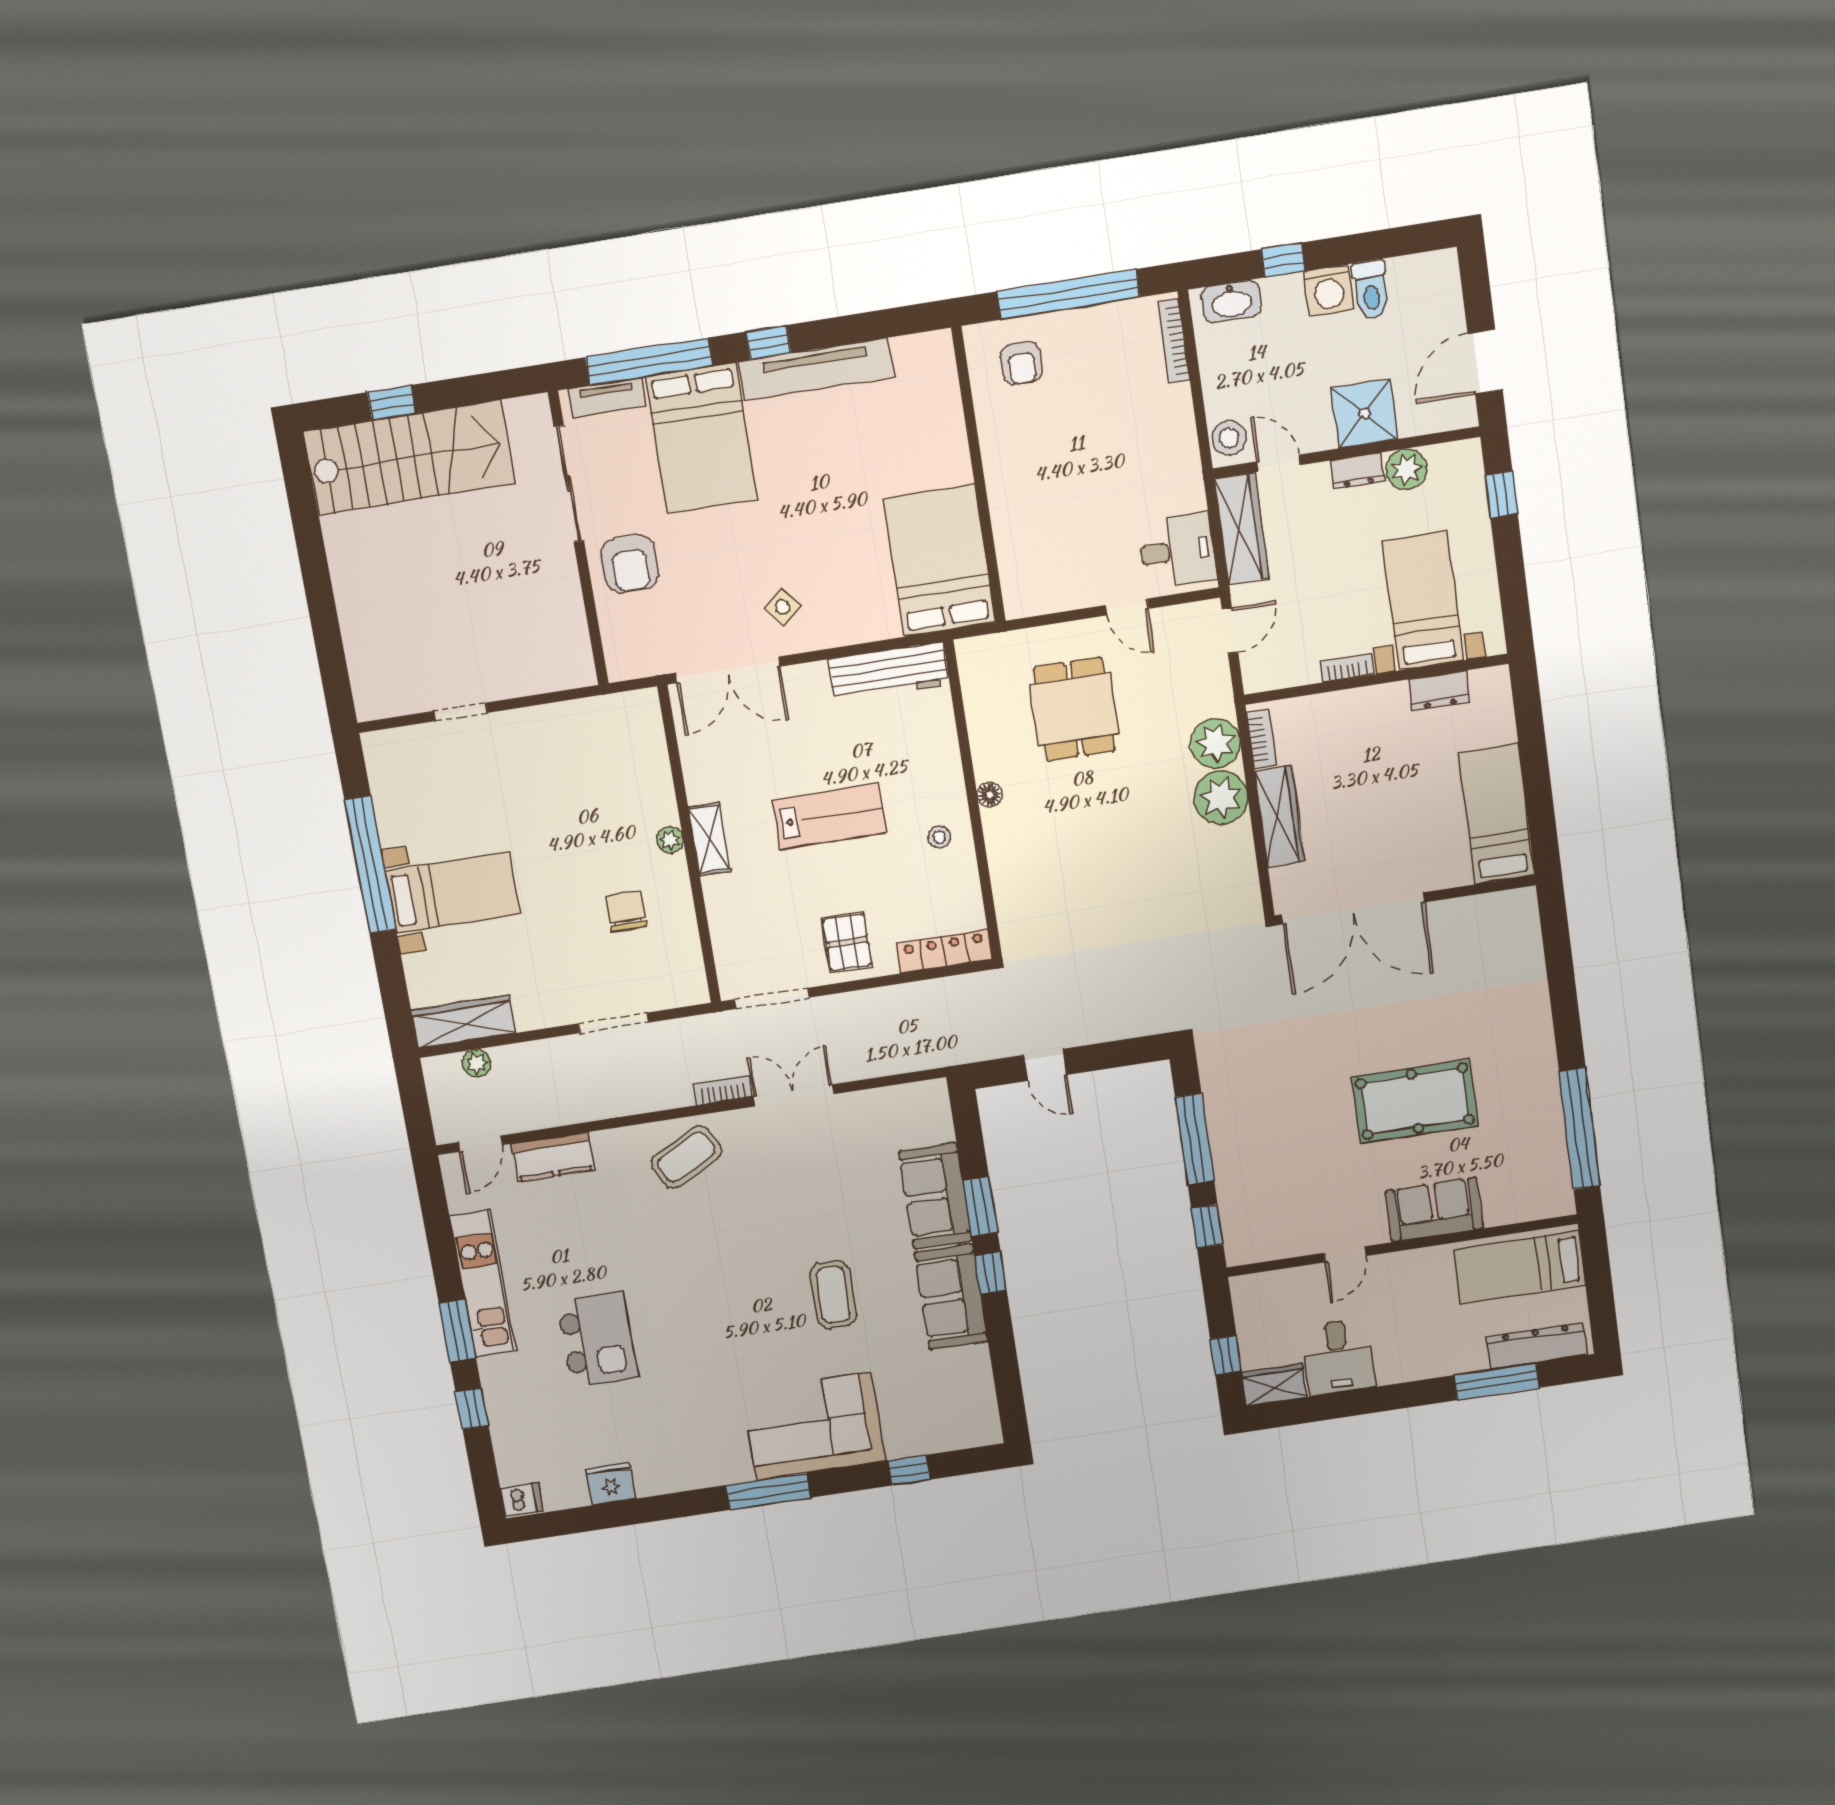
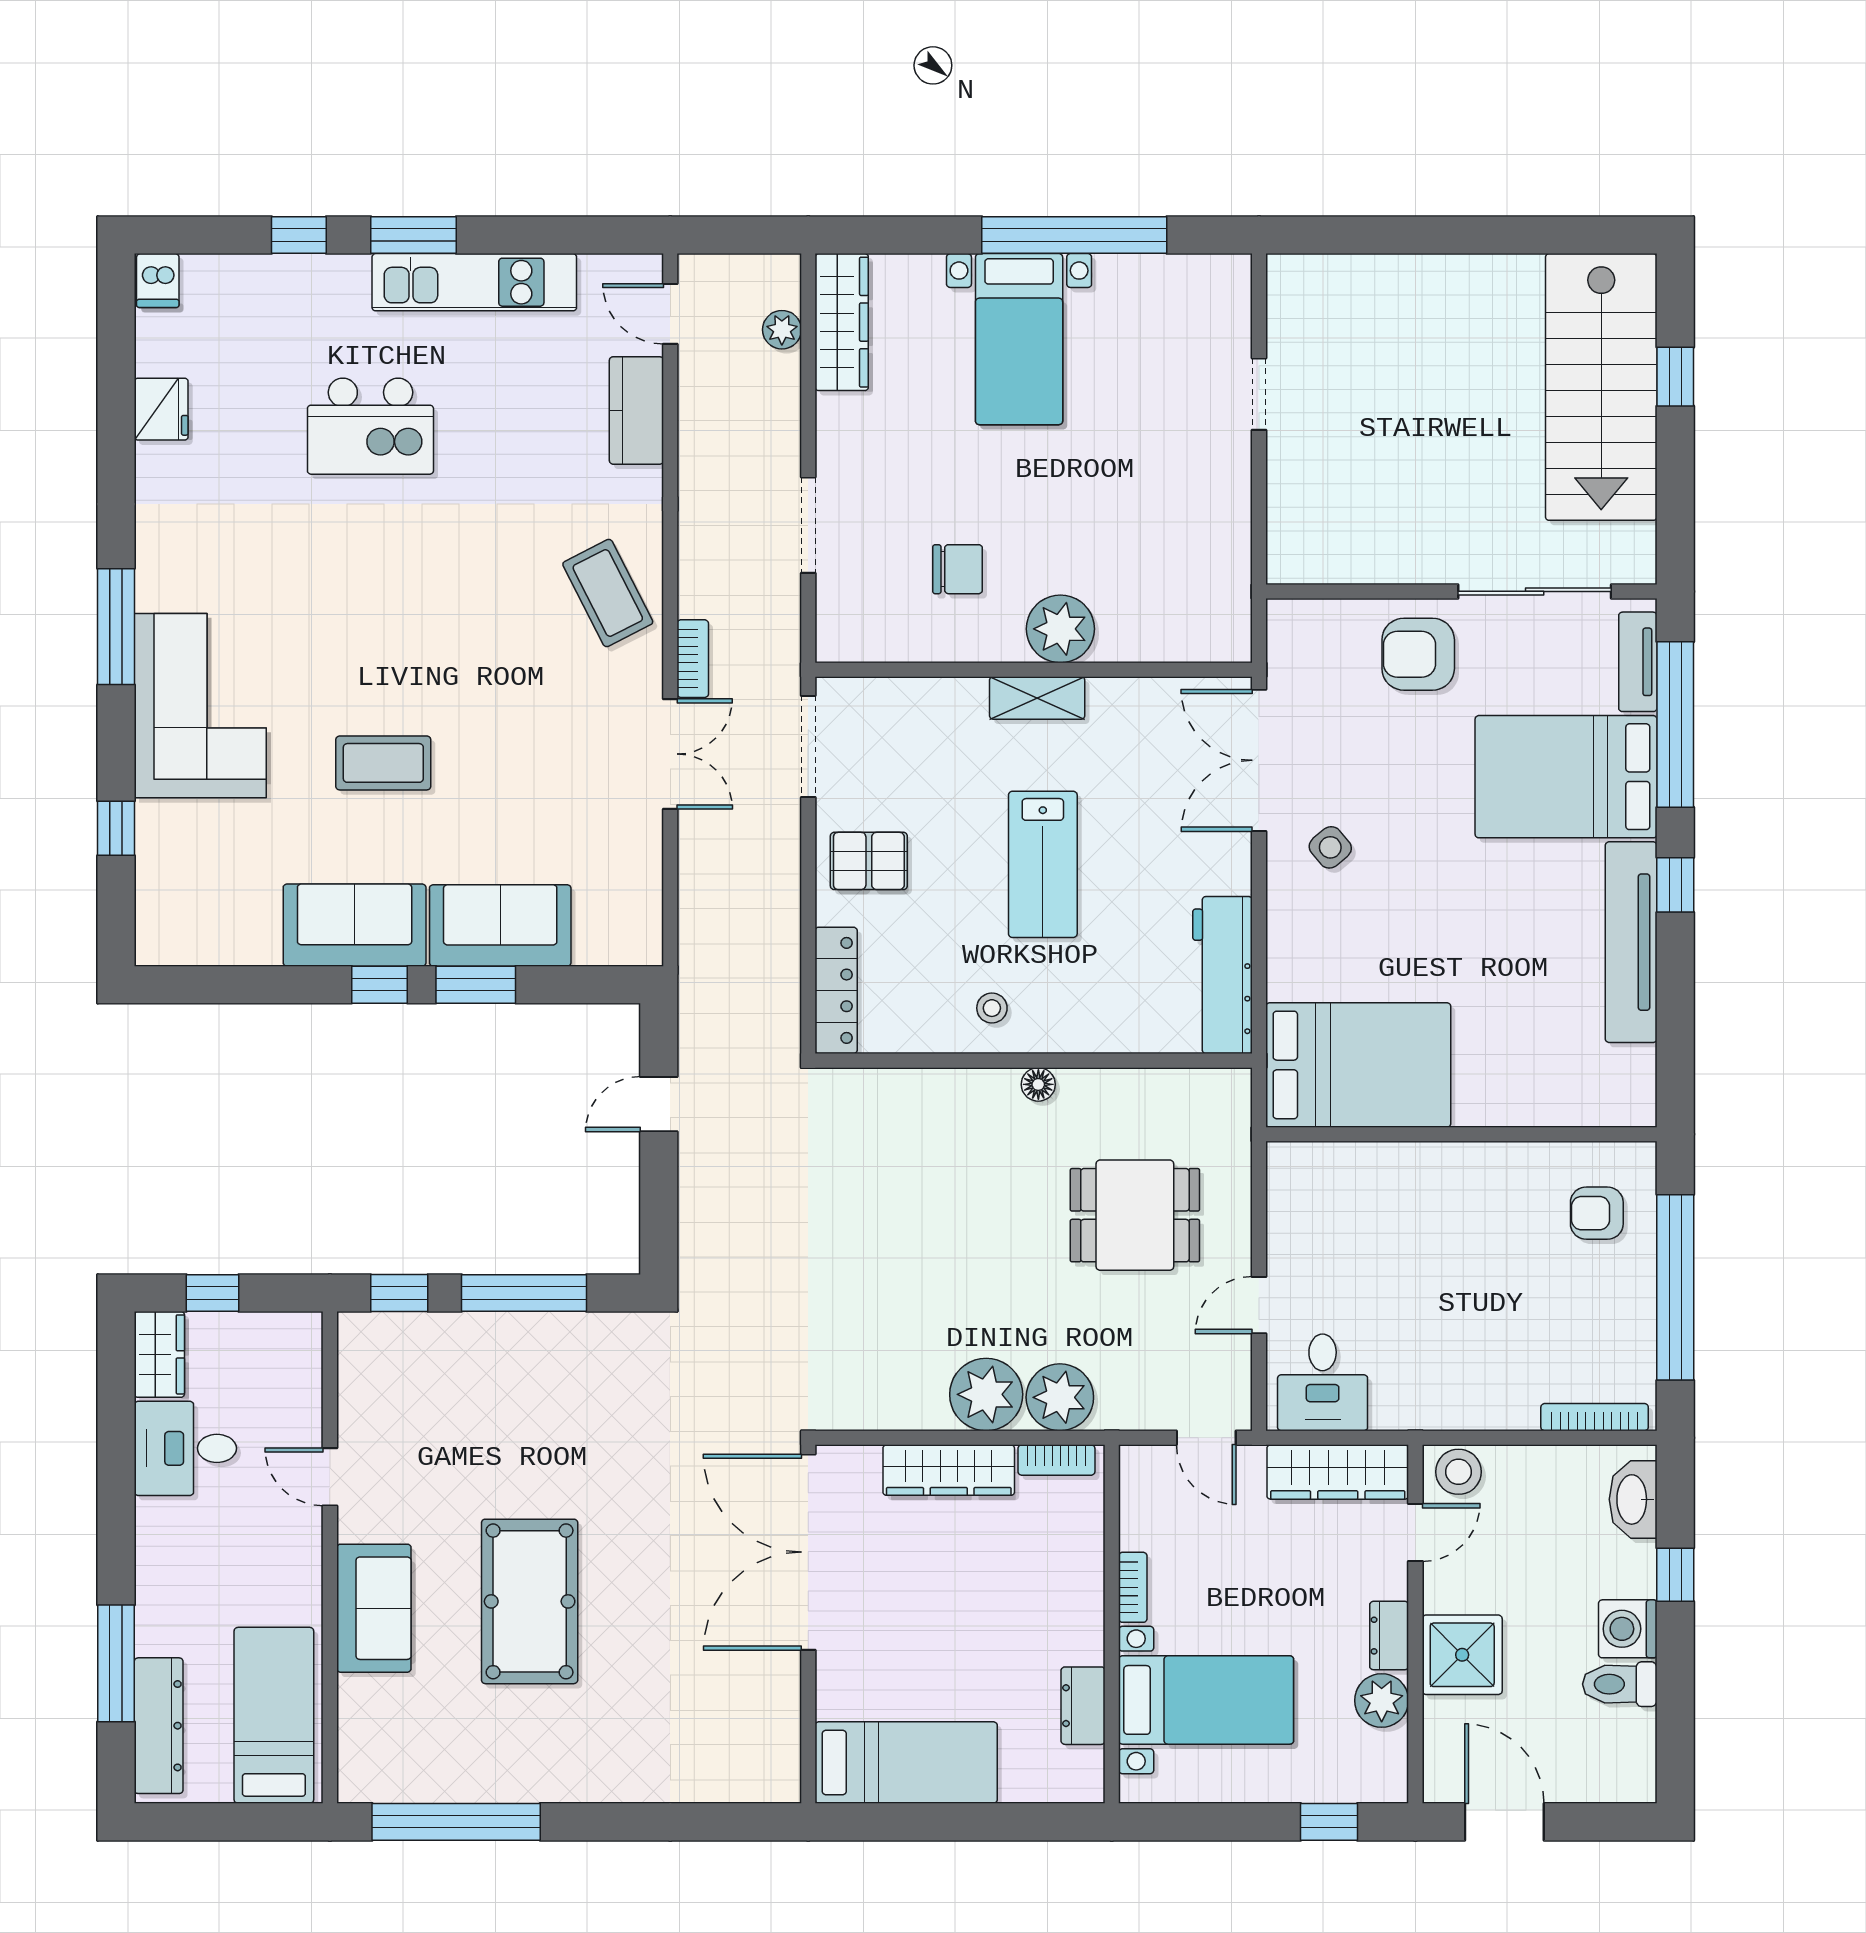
plant: (670, 840) -> (1060, 629), width x1.88, depth x1.88

